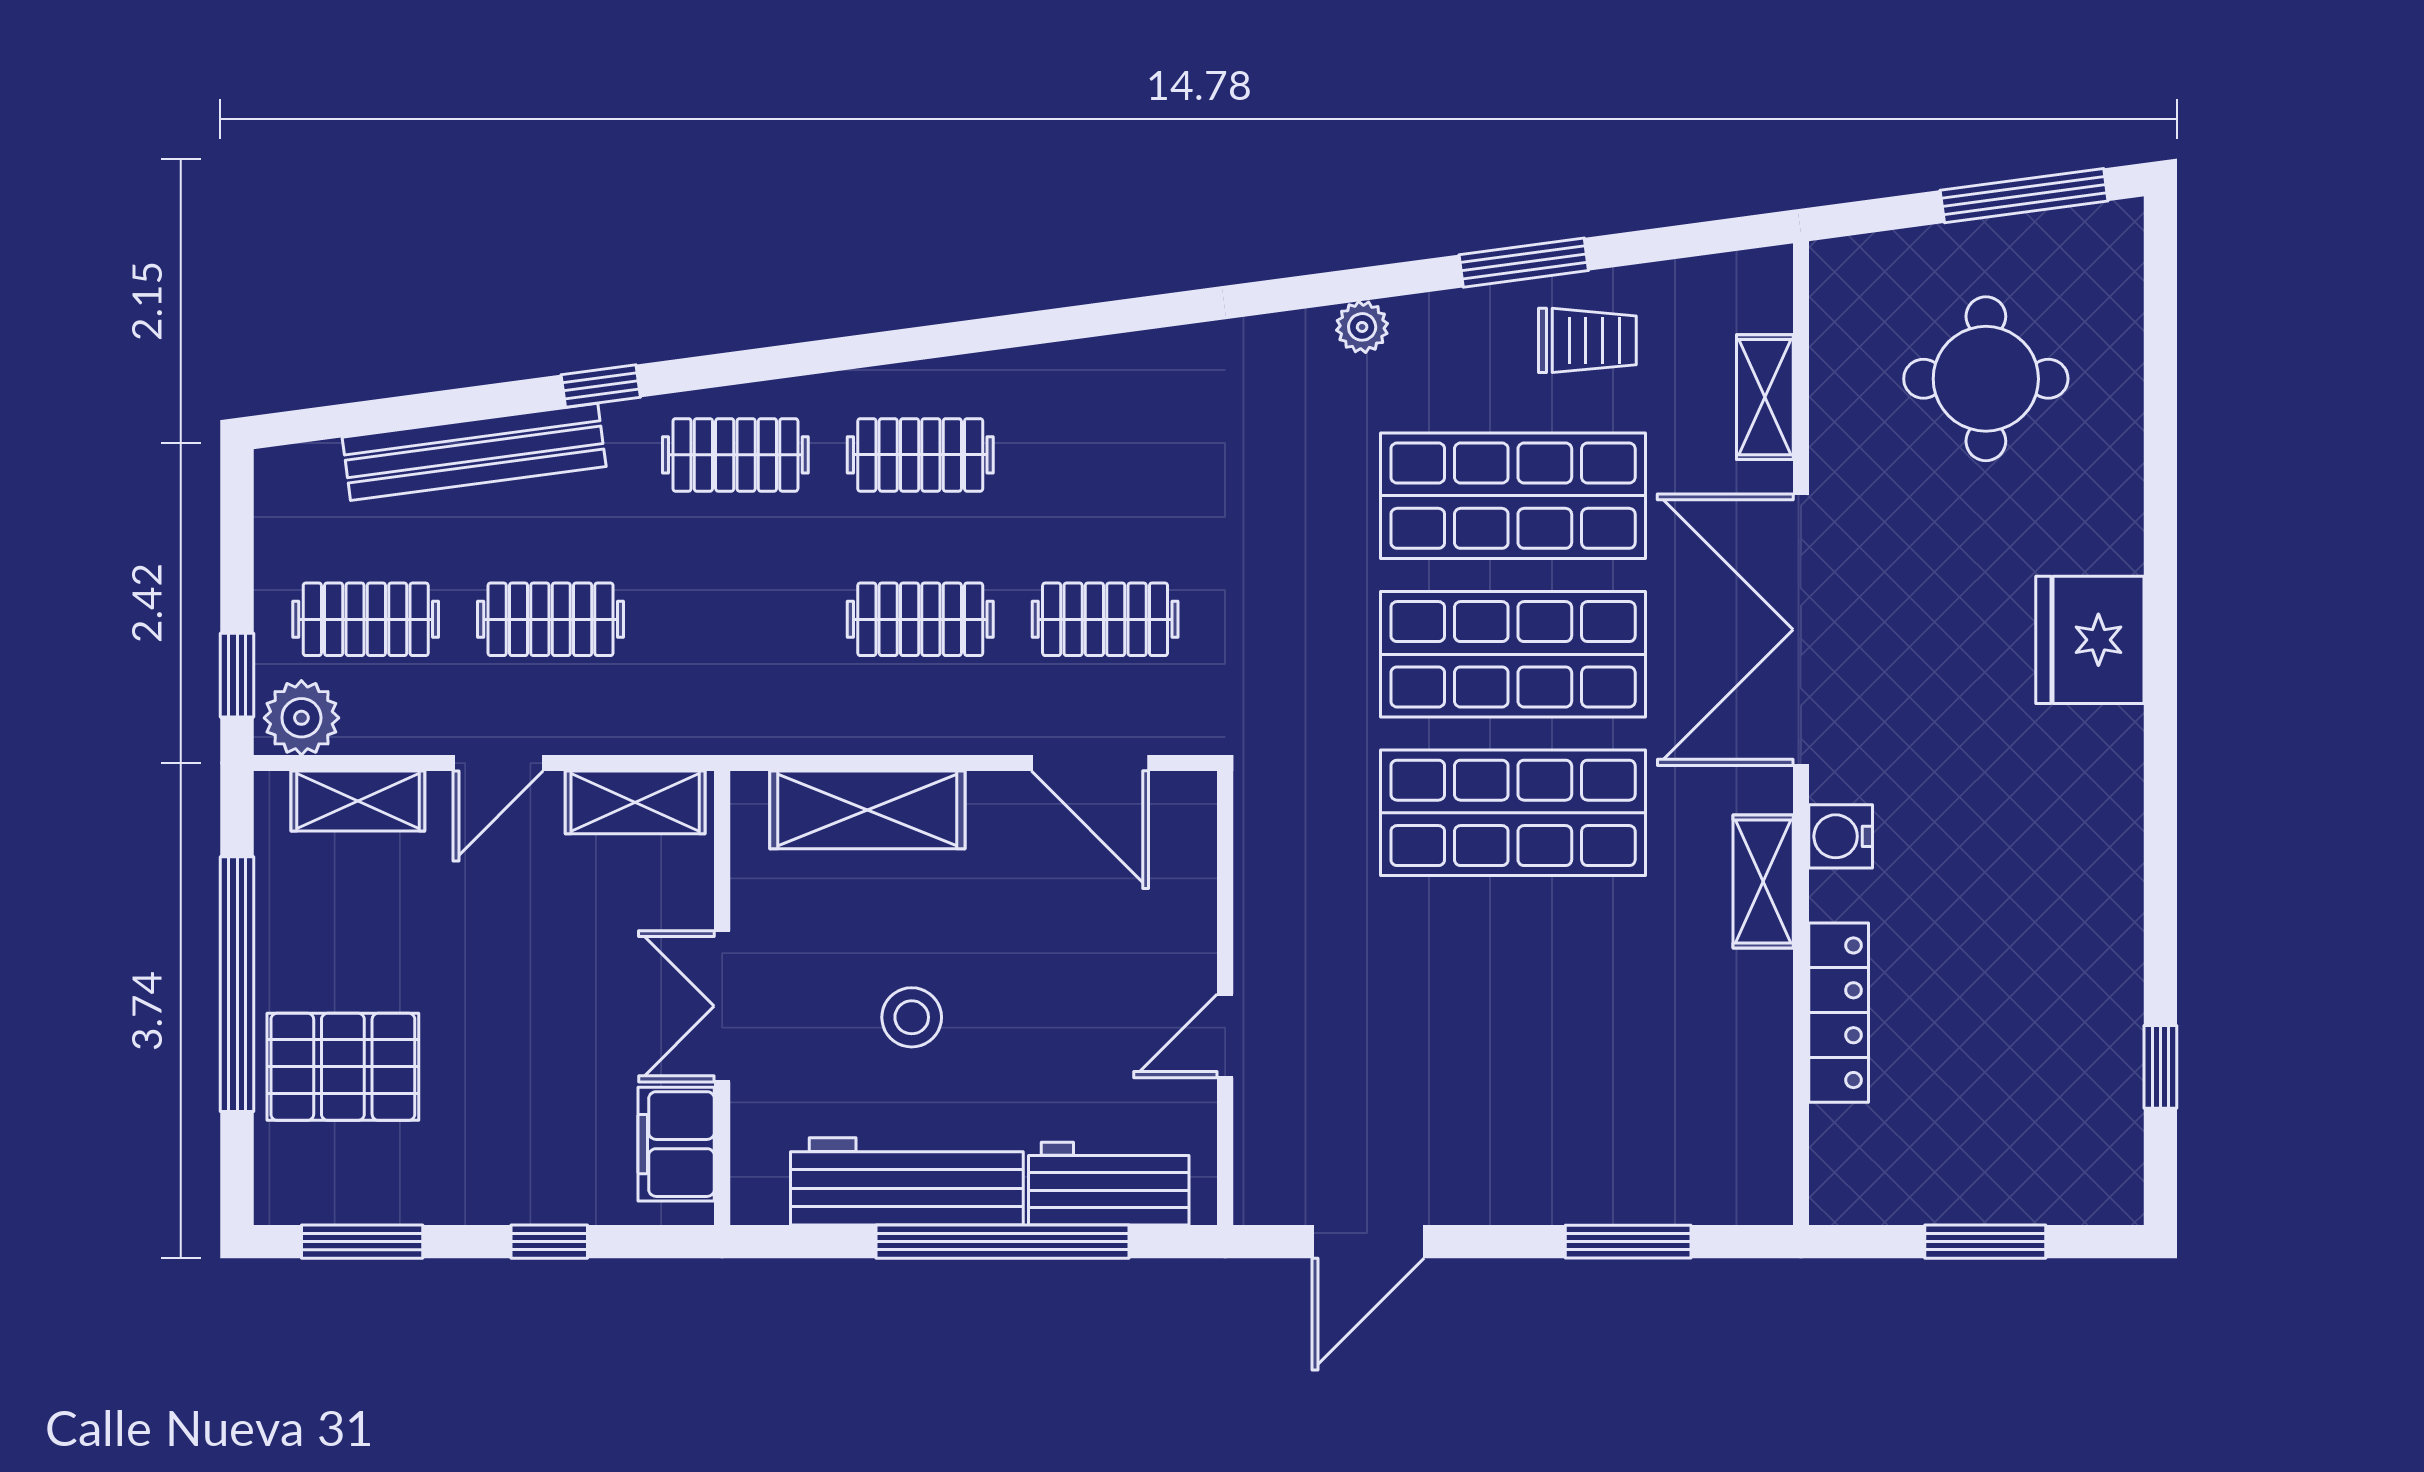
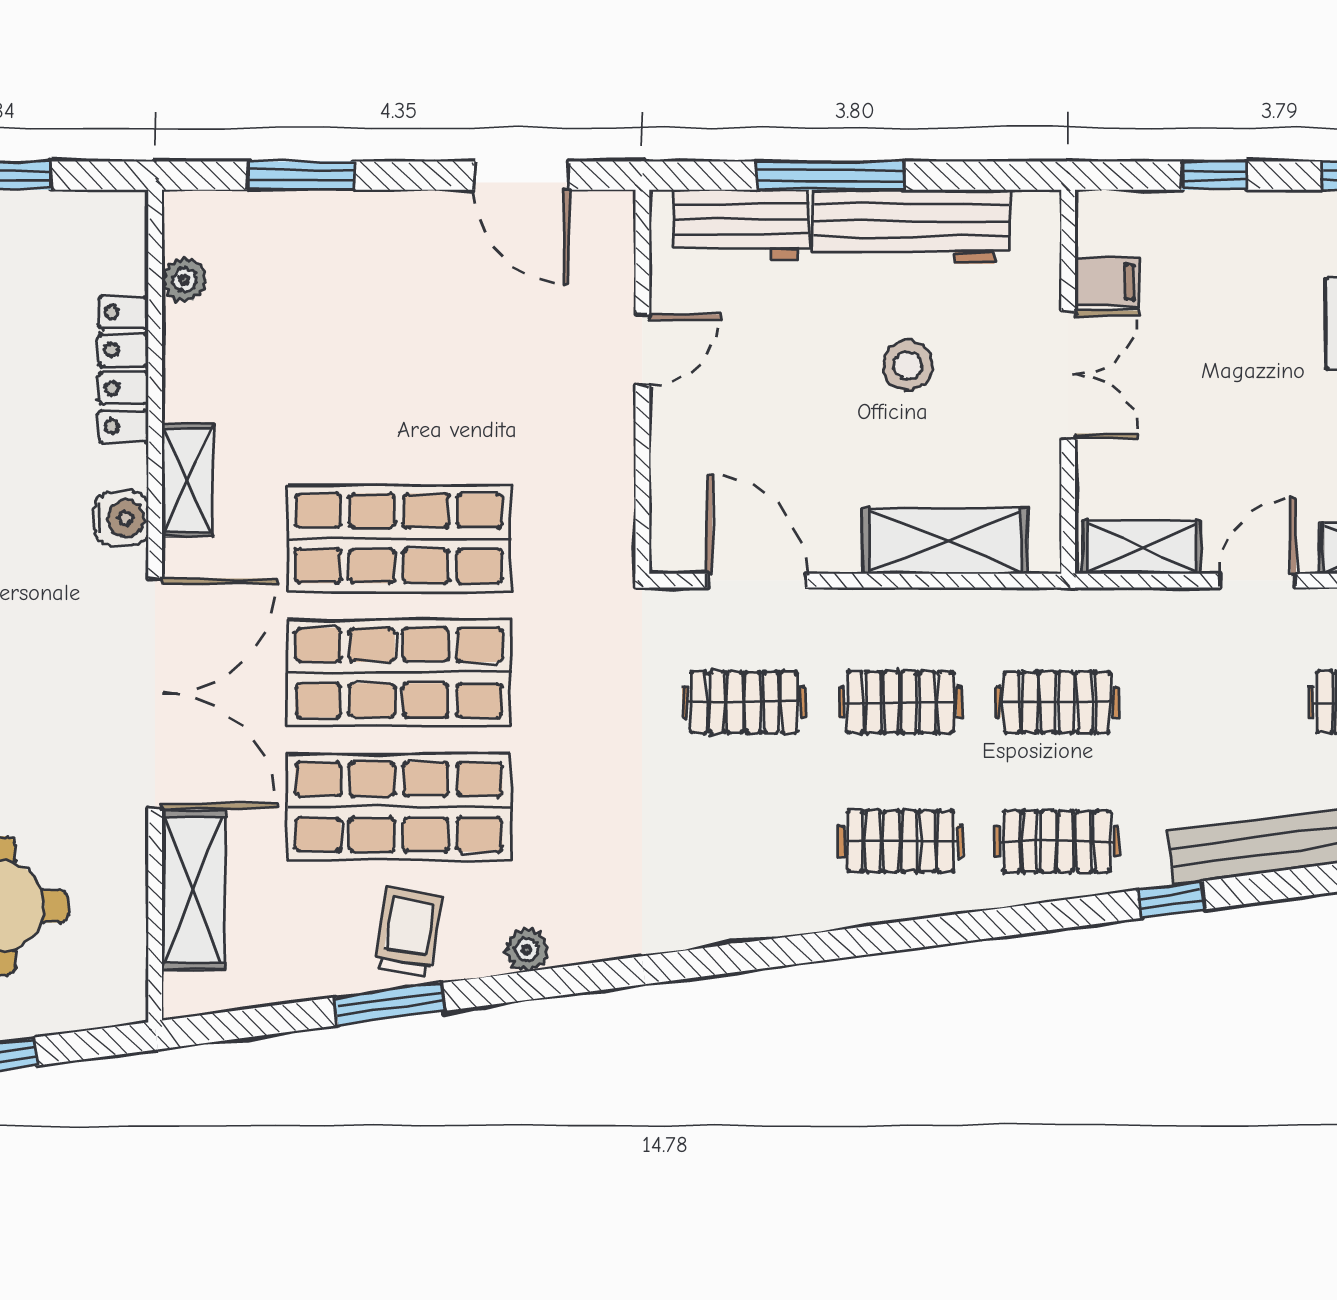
trolley: (1587, 340) -> (408, 932), moved, turned 99
shelving: (1765, 397) -> (194, 890), width x1.50, depth x1.33
clothes rail: (551, 619) -> (1057, 702), moved
plant: (1766, 1118) -> (184, 280), added
filing cabinet: (676, 1144) -> (1107, 282), width x0.50
window: (1003, 1242) -> (831, 176), width x0.68
door: (1368, 1242) -> (522, 176), swing flipped

